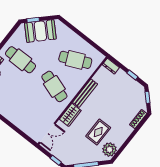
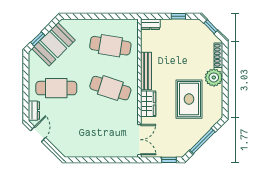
cafe table: (75, 60) -> (110, 46), turned 33
rug: (98, 132) -> (189, 99), width x1.36, depth x1.43
plant: (109, 150) -> (214, 77), moved

